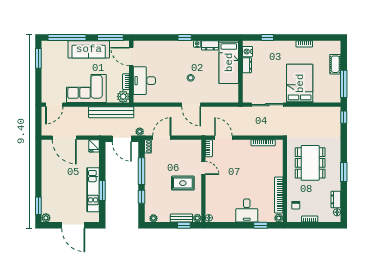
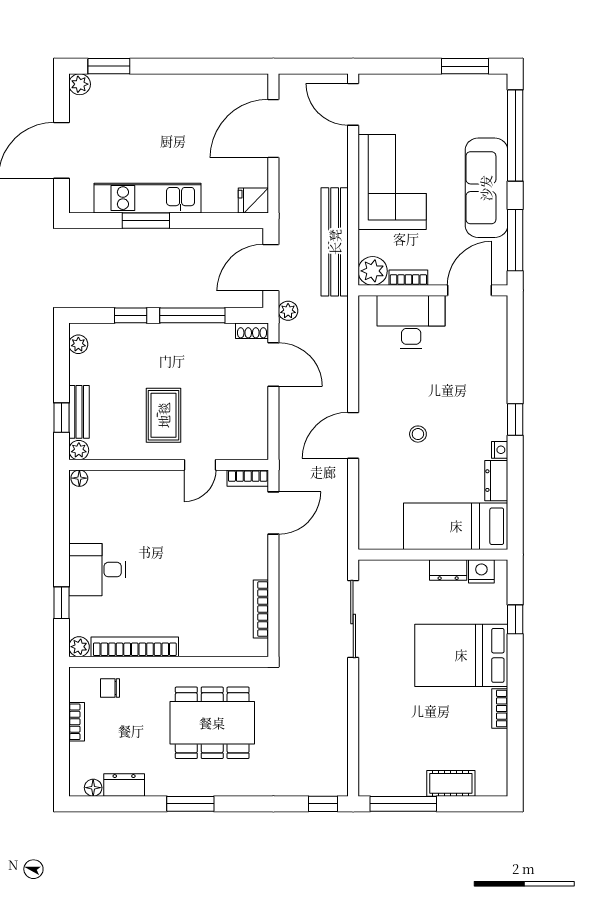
bed: (300, 83) -> (461, 655), moved, turned 180

